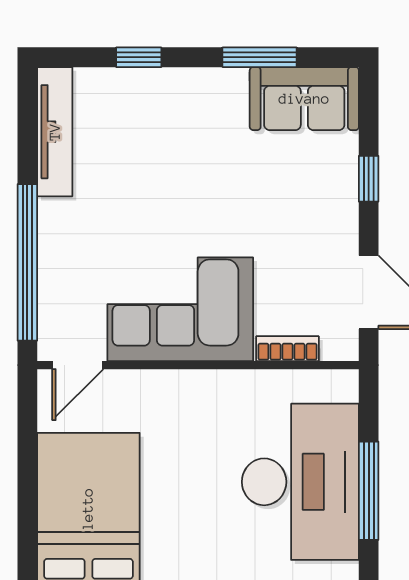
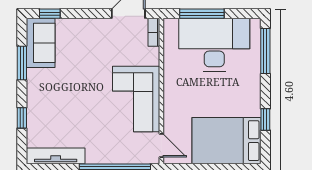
window: (369, 179) -> (50, 14), moved
bookcase: (287, 349) -> (154, 32), moved
window: (369, 491) -> (202, 14), moved

